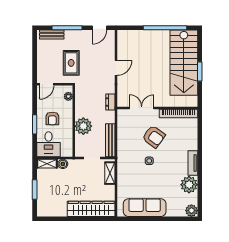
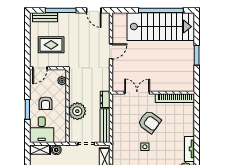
door: (99, 28) -> (94, 10), hinge flipped
rug: (71, 63) -> (51, 45), moved, turned 90
stairs: (184, 63) -> (161, 27), moved, turned -90
dresser: (110, 102) -> (105, 99), moved

